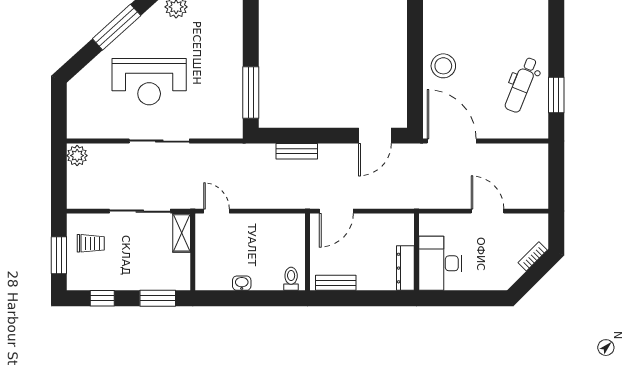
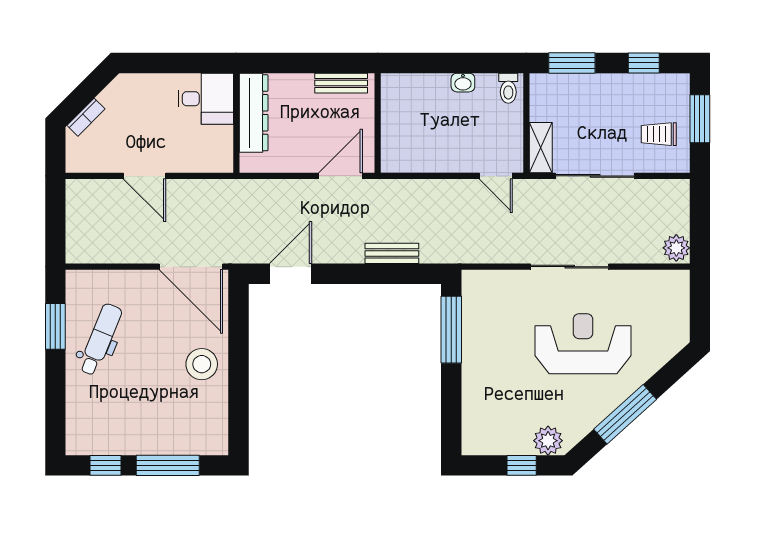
desk: (440, 263) -> (206, 99), width x0.73
dresser: (405, 268) -> (254, 113), width x1.37, depth x1.24
toilet: (291, 279) -> (508, 88), moved

